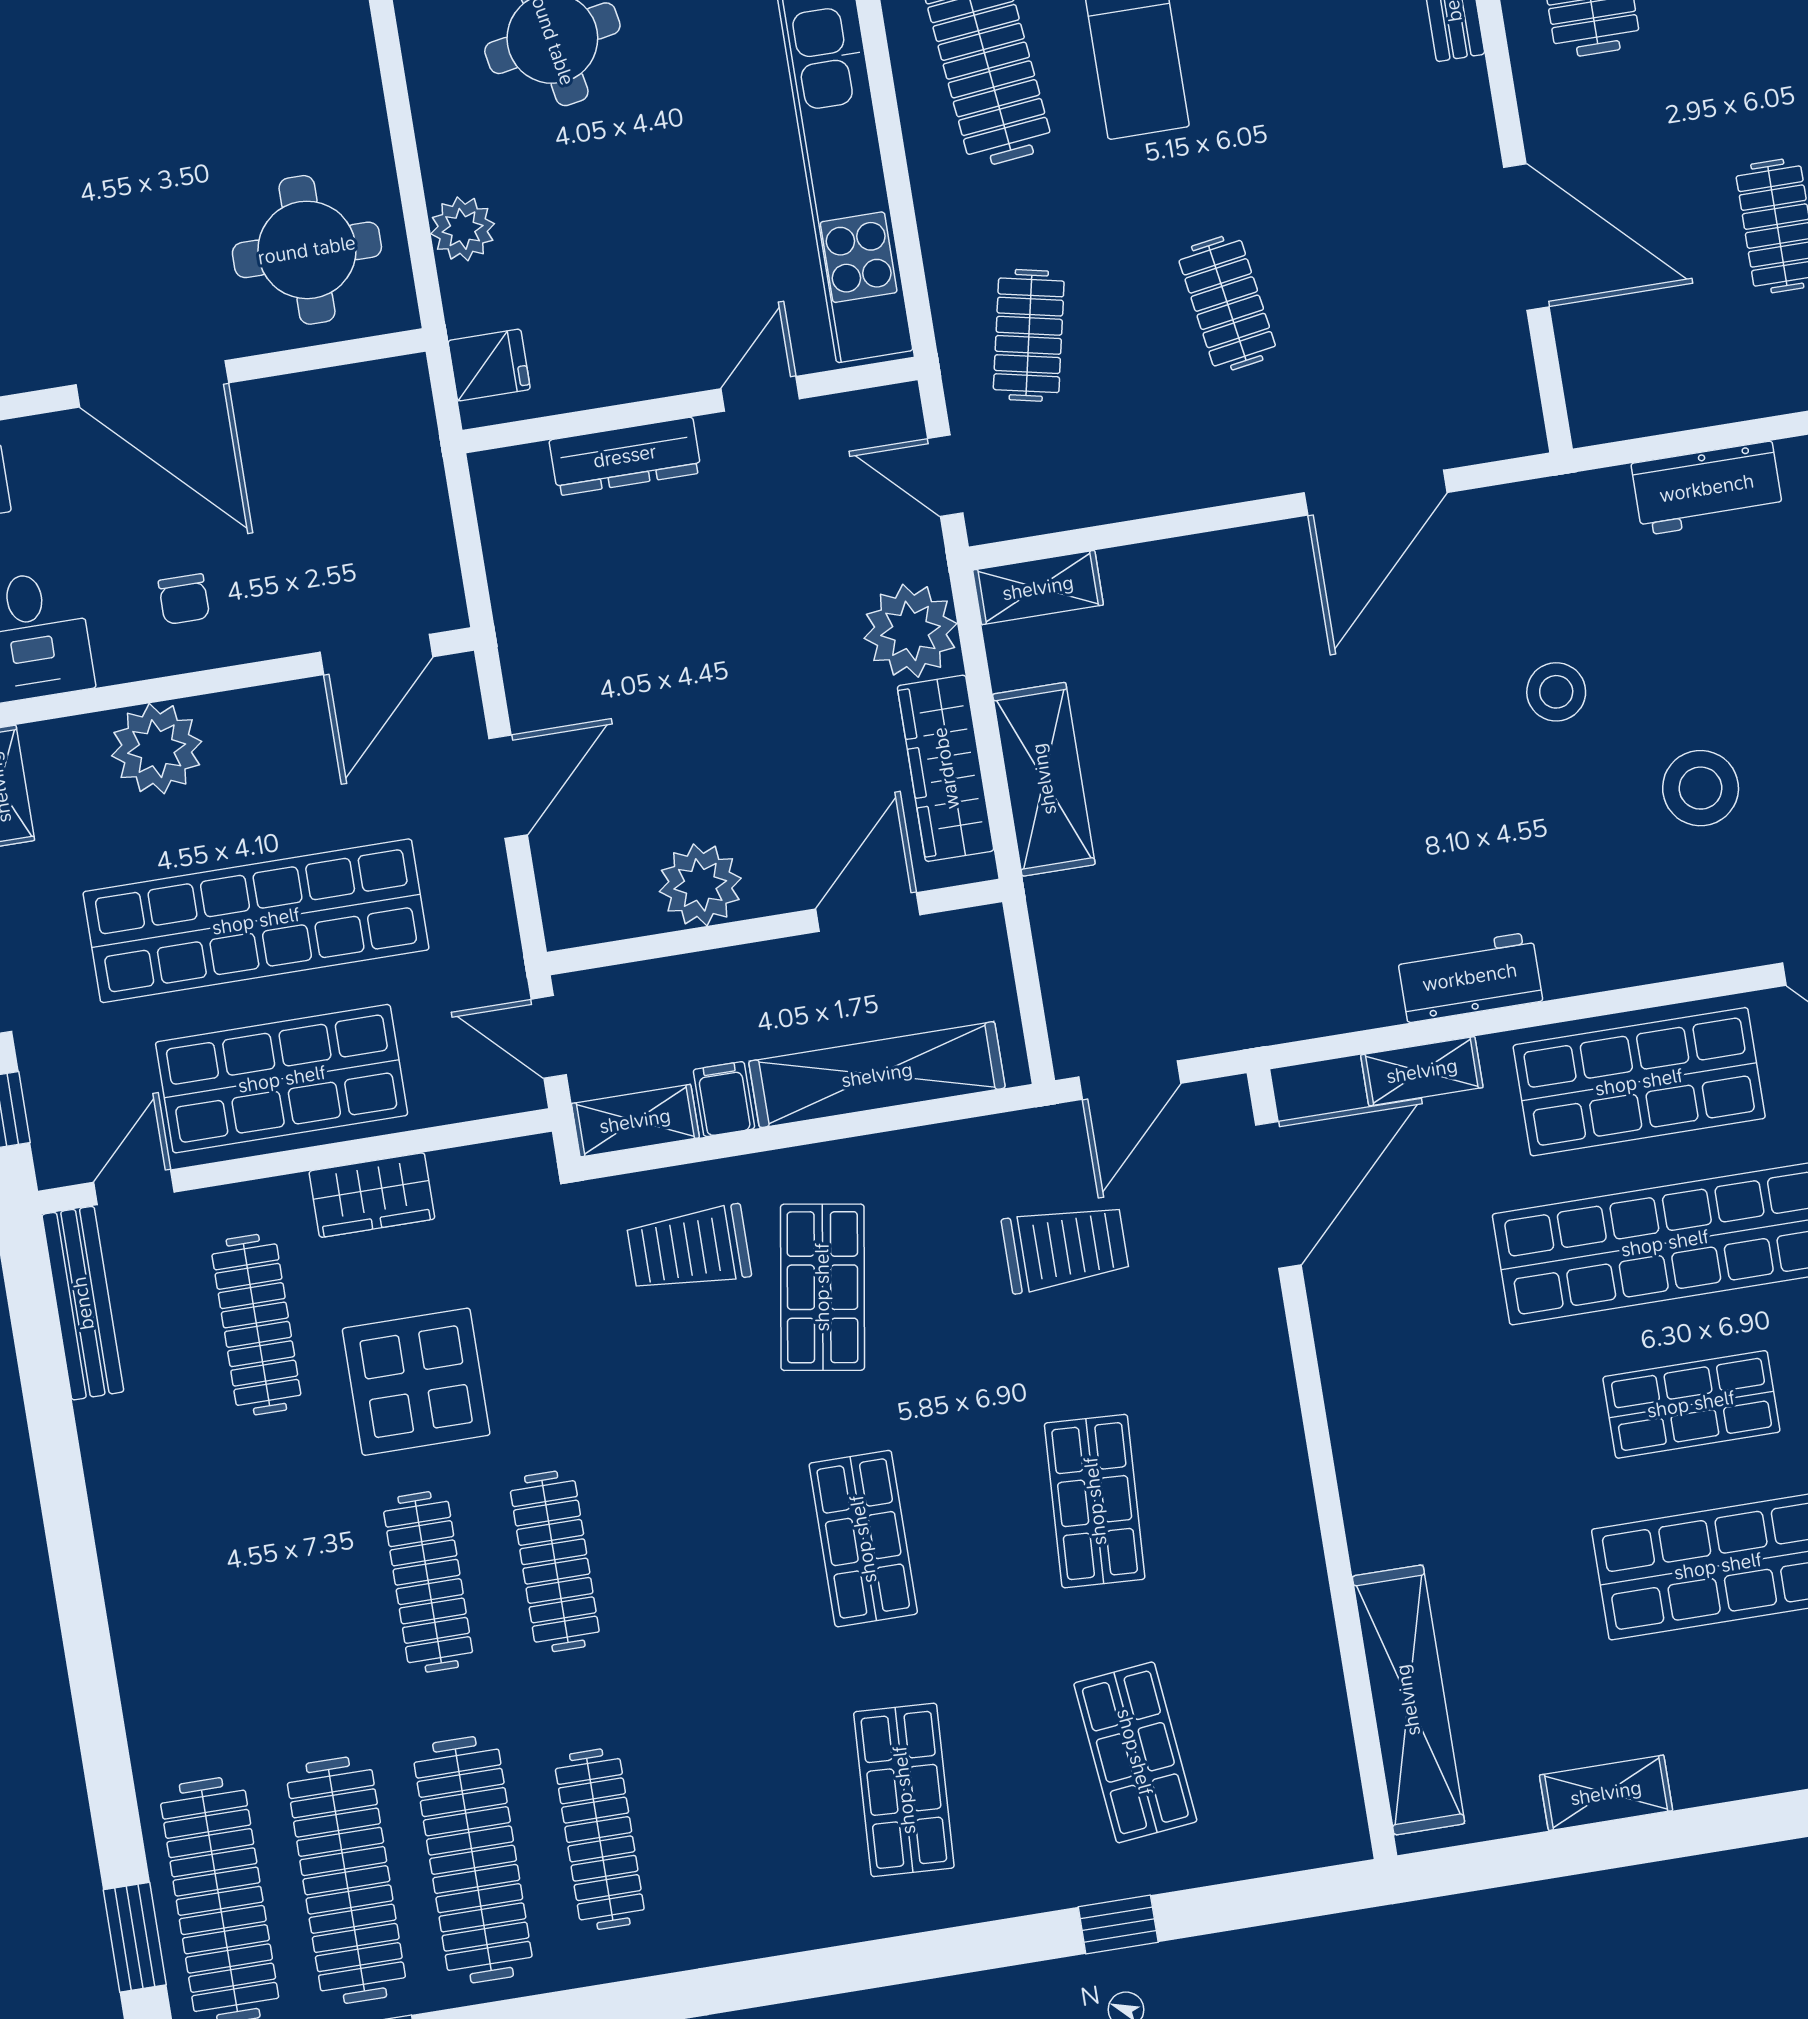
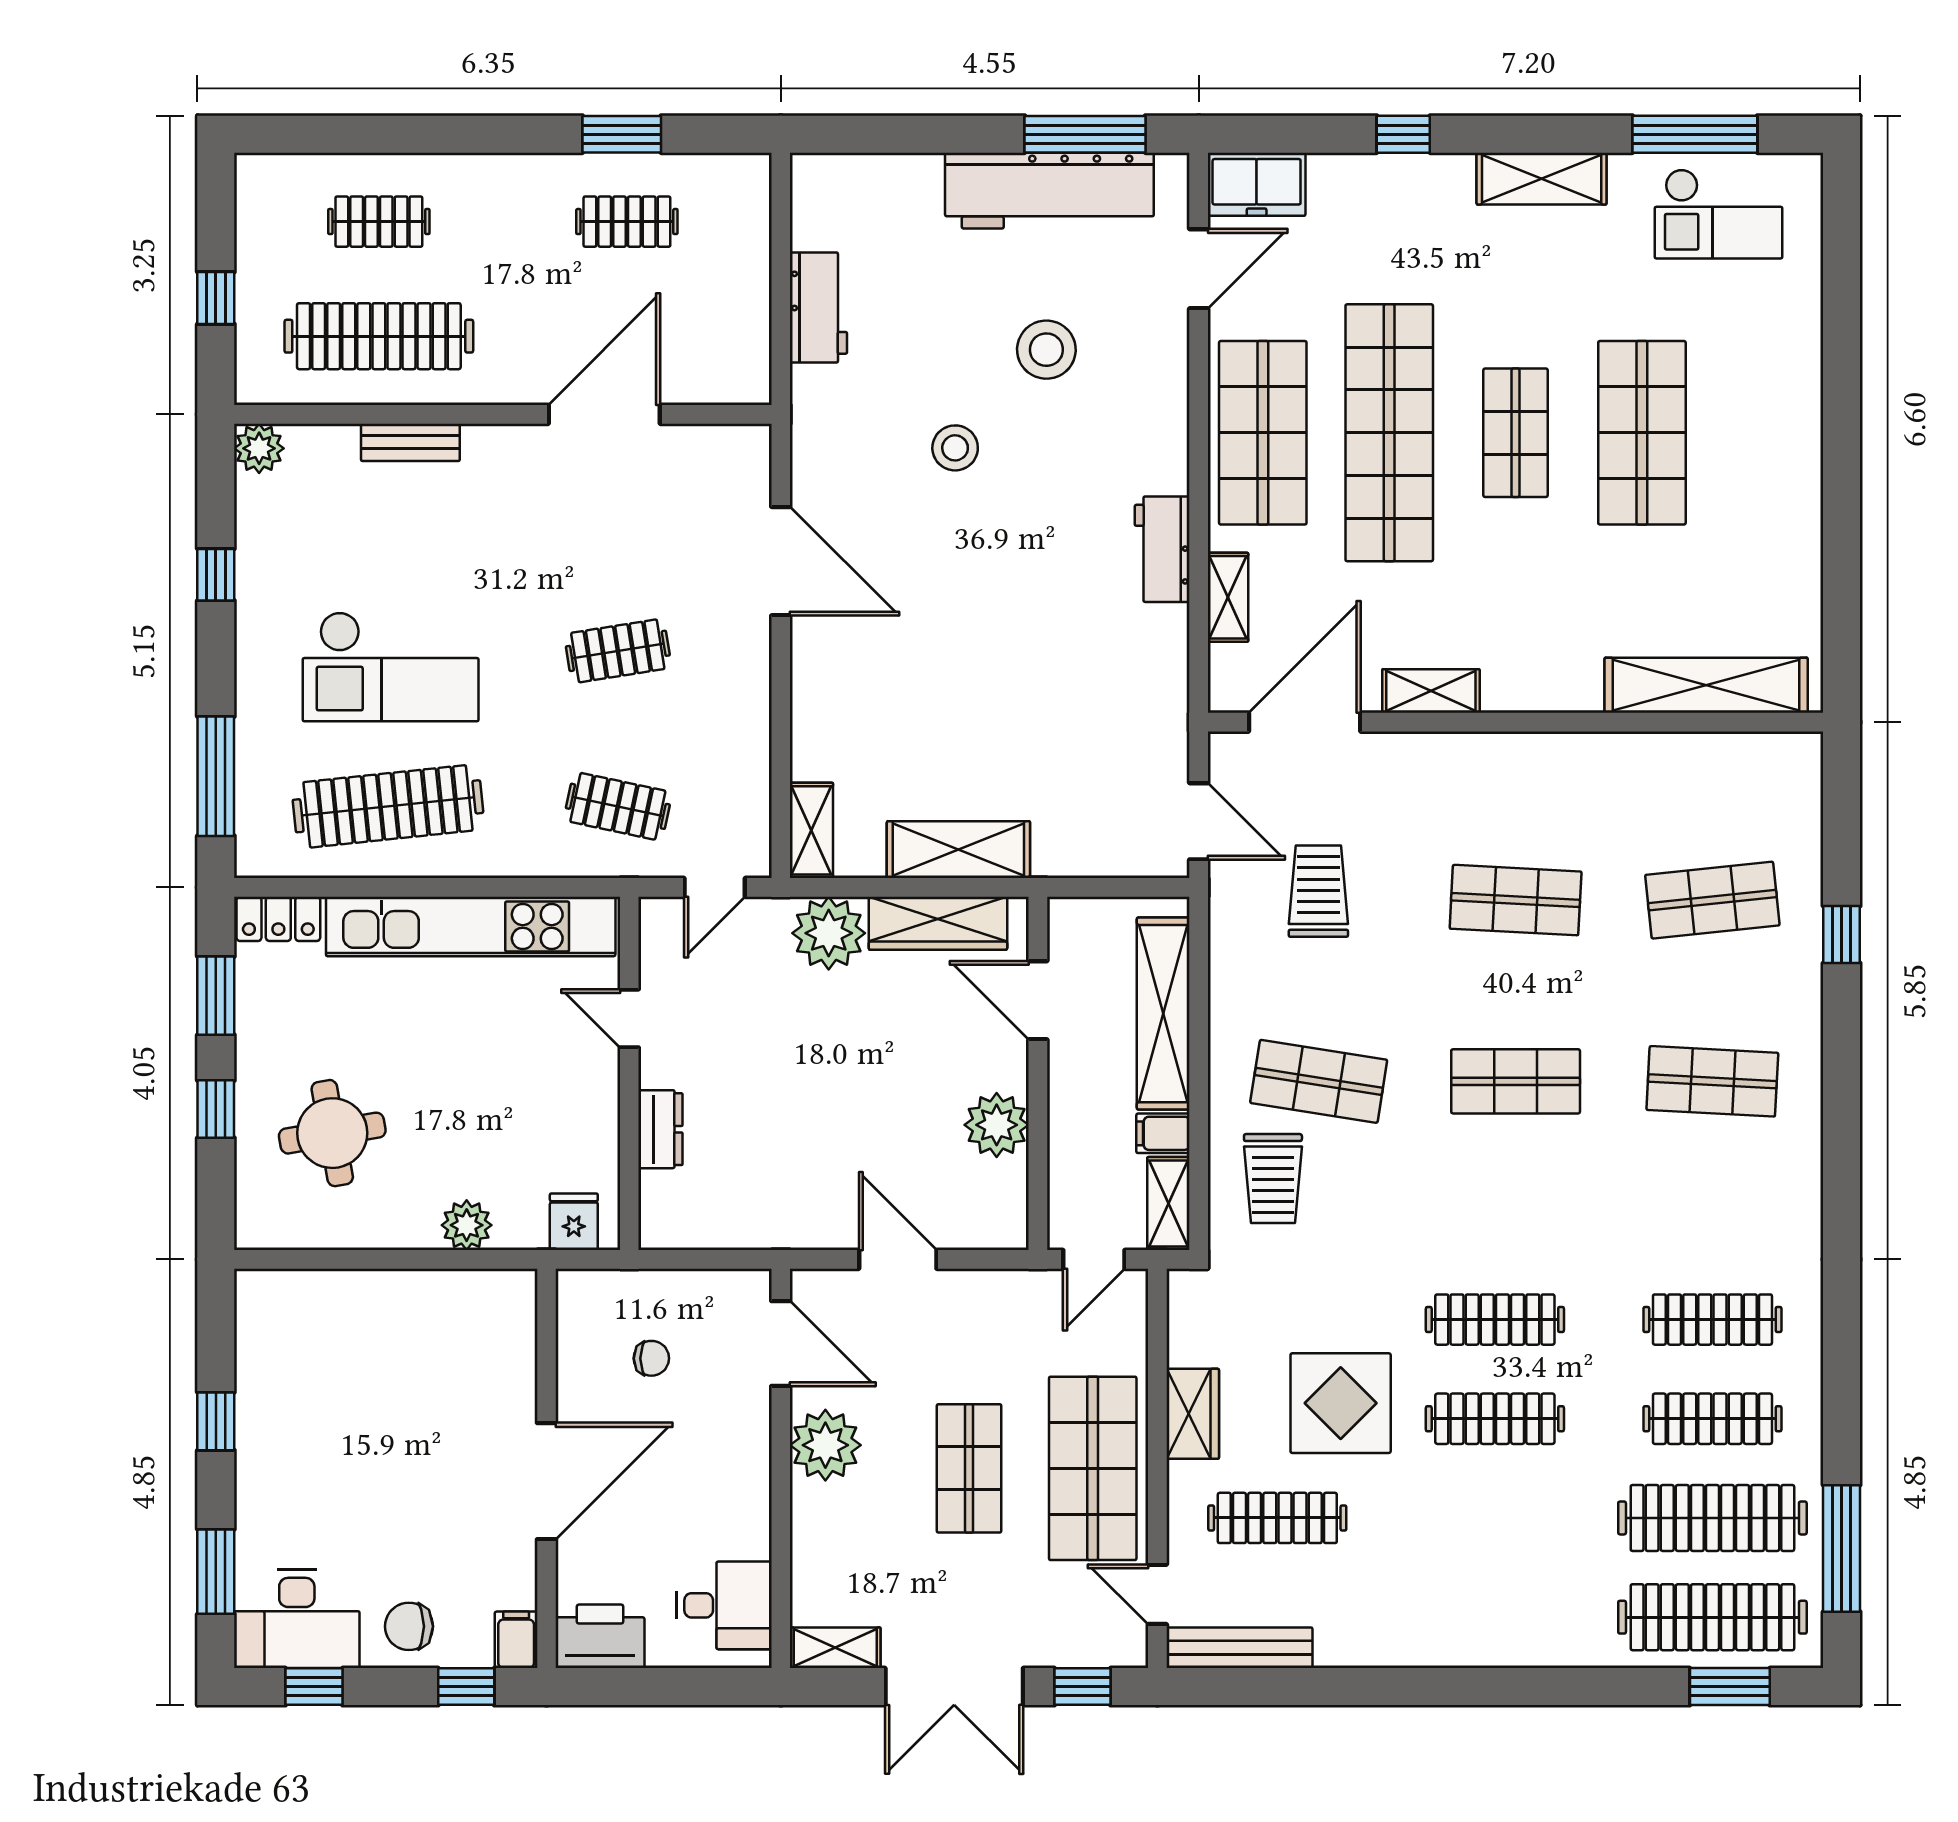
round table: (307, 250) -> (463, 1347), removed
dresser: (625, 456) -> (660, 1129), width x0.70
chair: (184, 599) -> (651, 1358), moved
plant: (157, 749) -> (825, 1445), moved
shop shelf: (256, 921) -> (969, 1468), width x0.50, depth x0.74
door: (1278, 1195) -> (1305, 722), hinge flipped
shelving: (1606, 1793) -> (1431, 691), moved, turned 90
clothes rail: (473, 1860) -> (1712, 1419), width x0.73, depth x0.76

